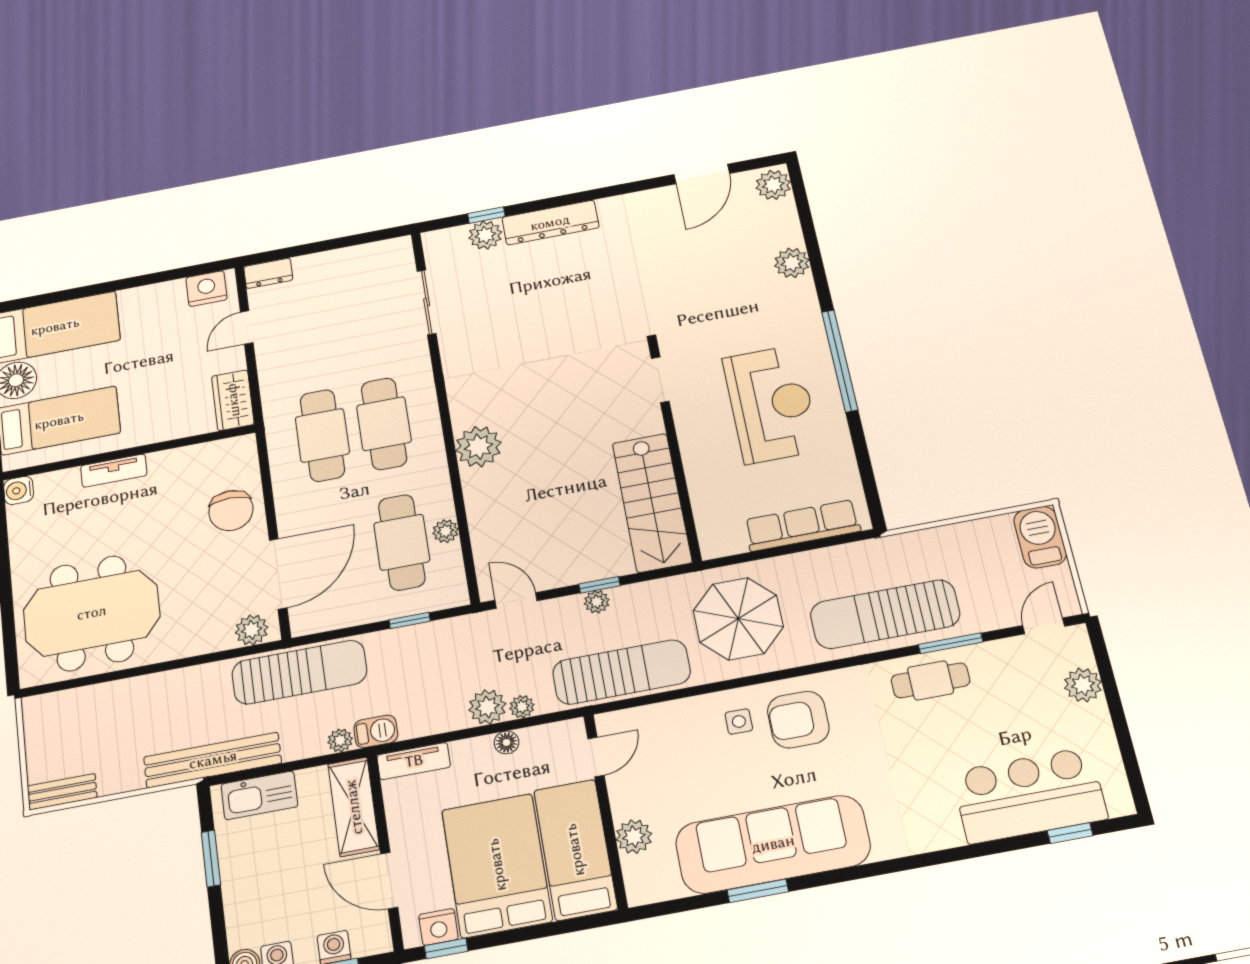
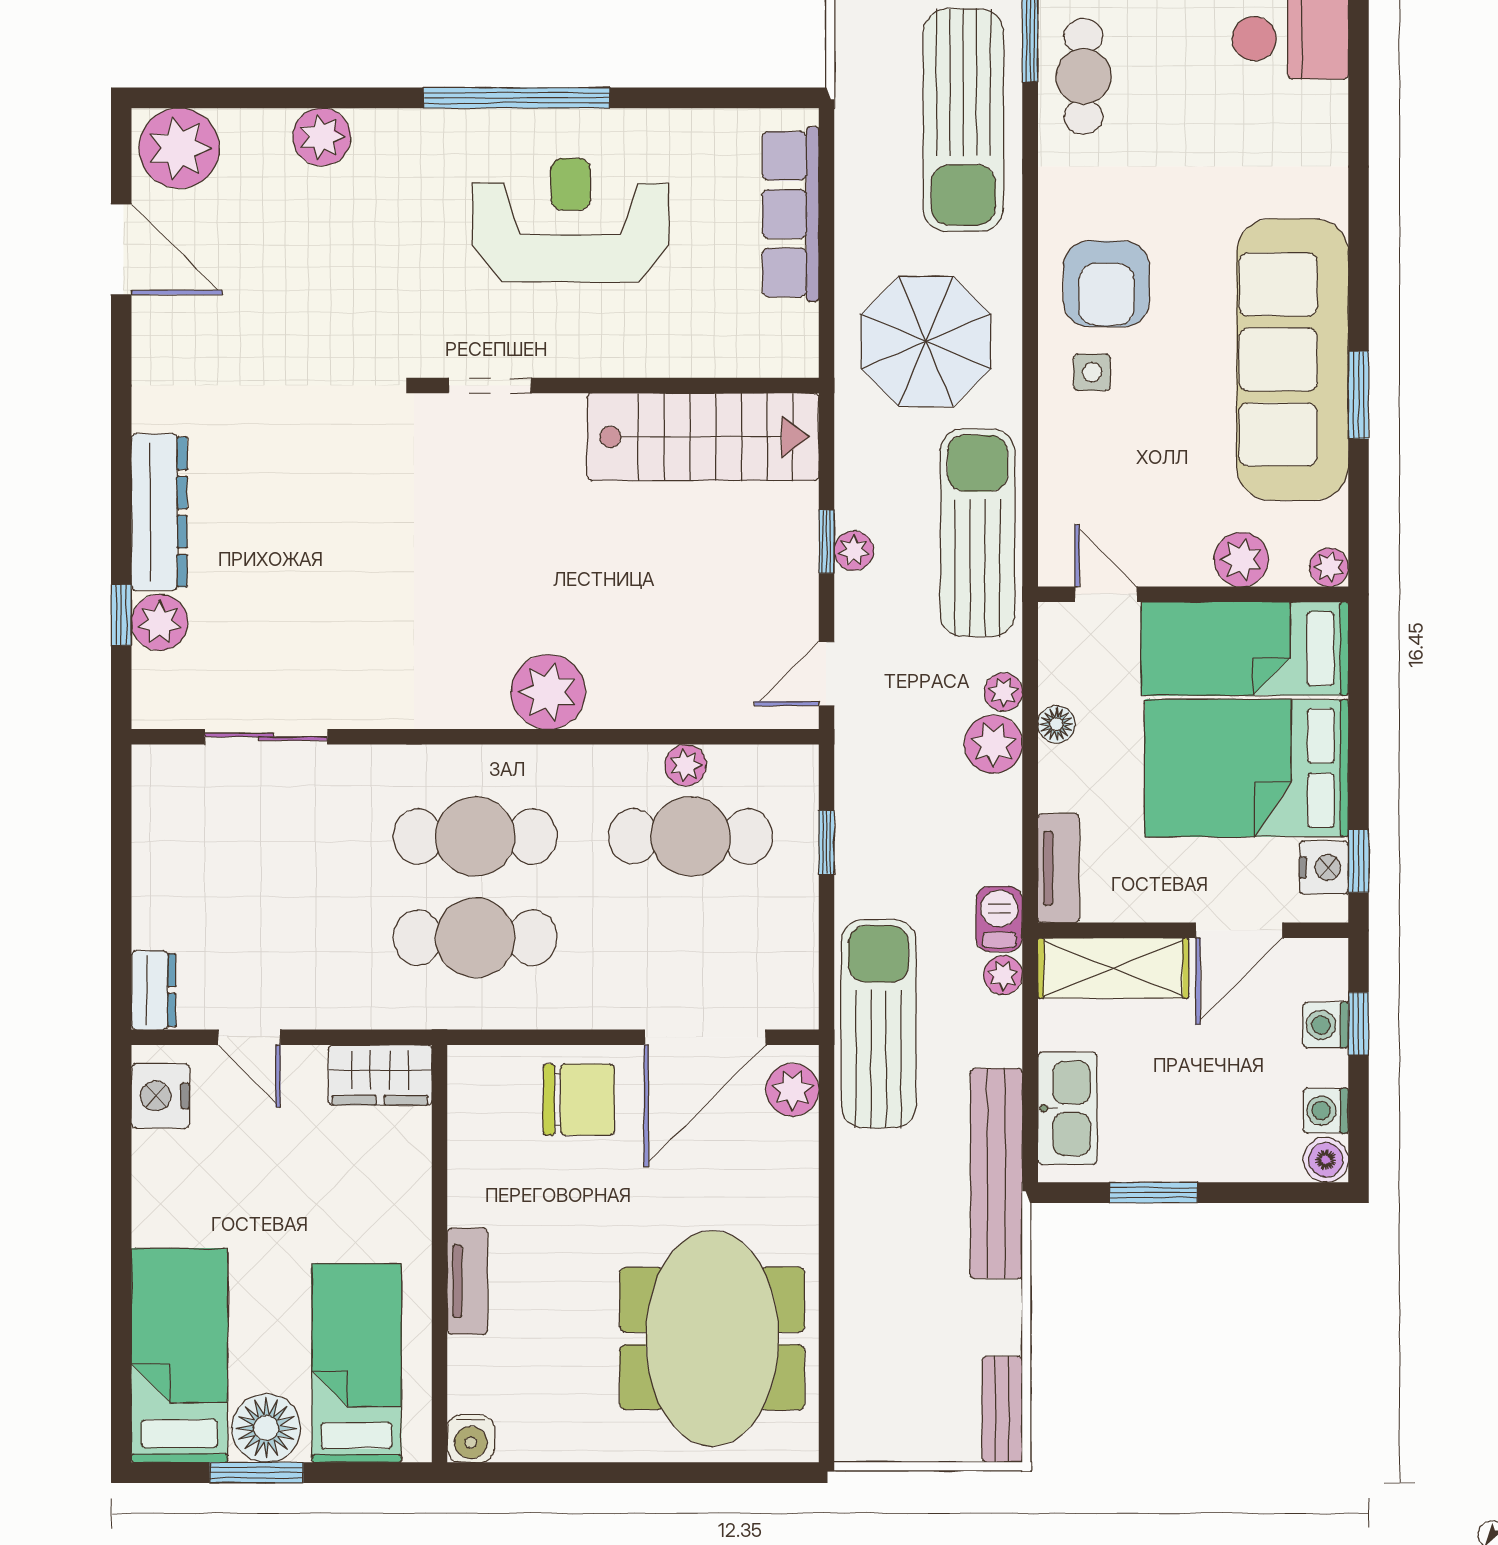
plant: (773, 185) -> (179, 148), width x1.36, depth x1.36
door: (278, 574) -> (705, 1037), swing flipped
plant: (639, 893) -> (1329, 567), added

